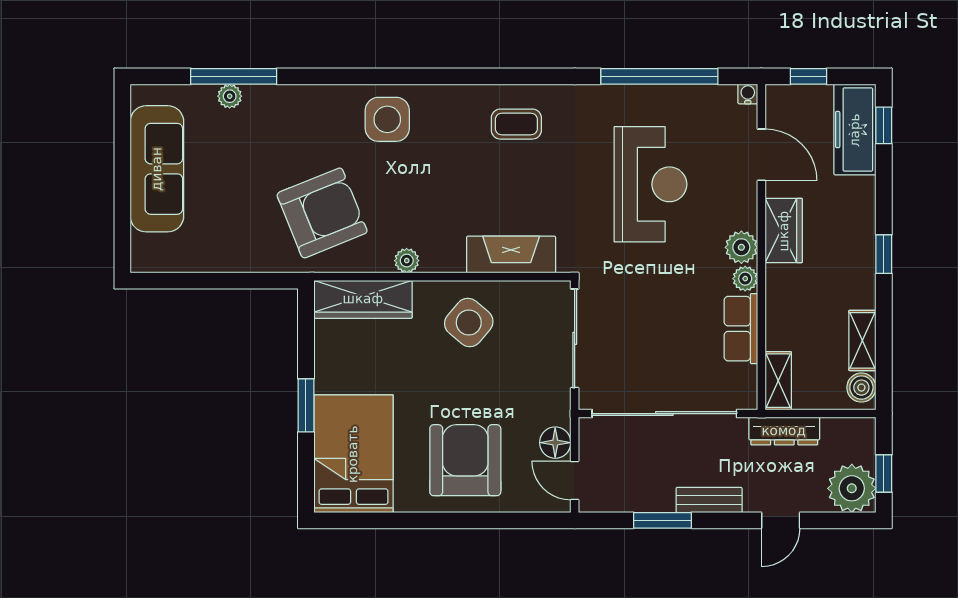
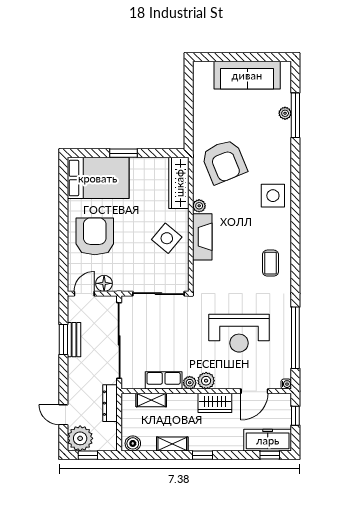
fireplace: (511, 254) -> (202, 237), moved
shelving: (862, 340) -> (172, 444), moved
shelving: (778, 381) -> (151, 400), moved
armchair: (465, 460) -> (95, 236), turned -90
bench: (709, 500) -> (74, 340), moved
door: (781, 520) -> (63, 415), moved

